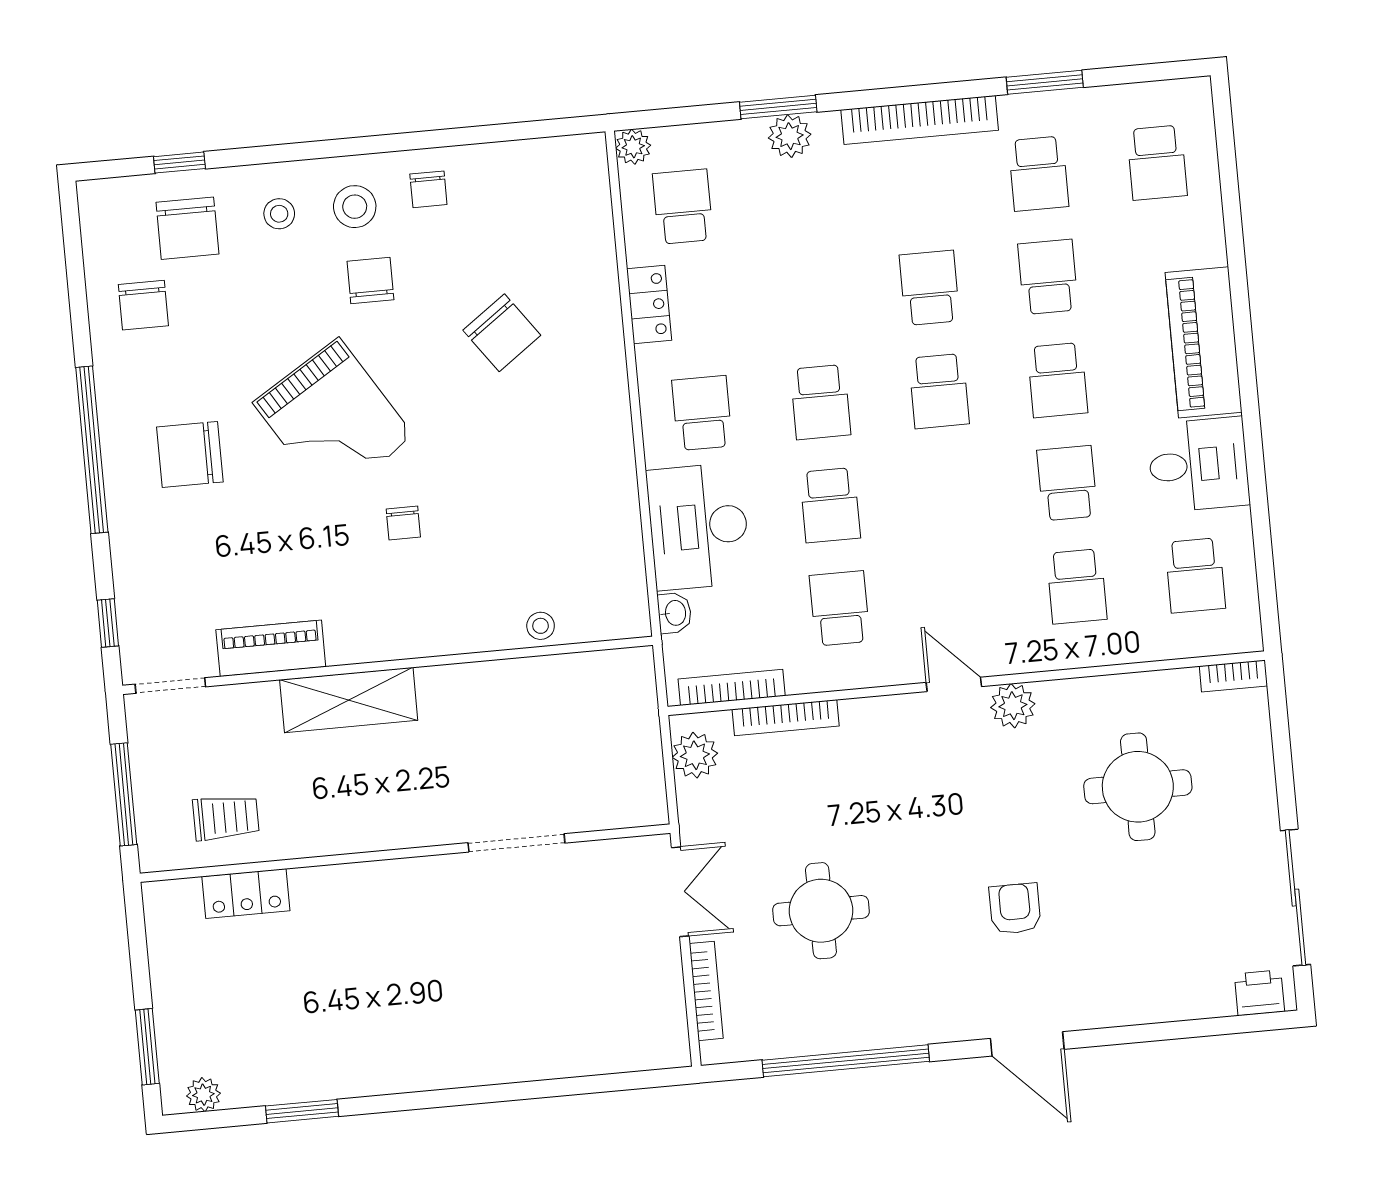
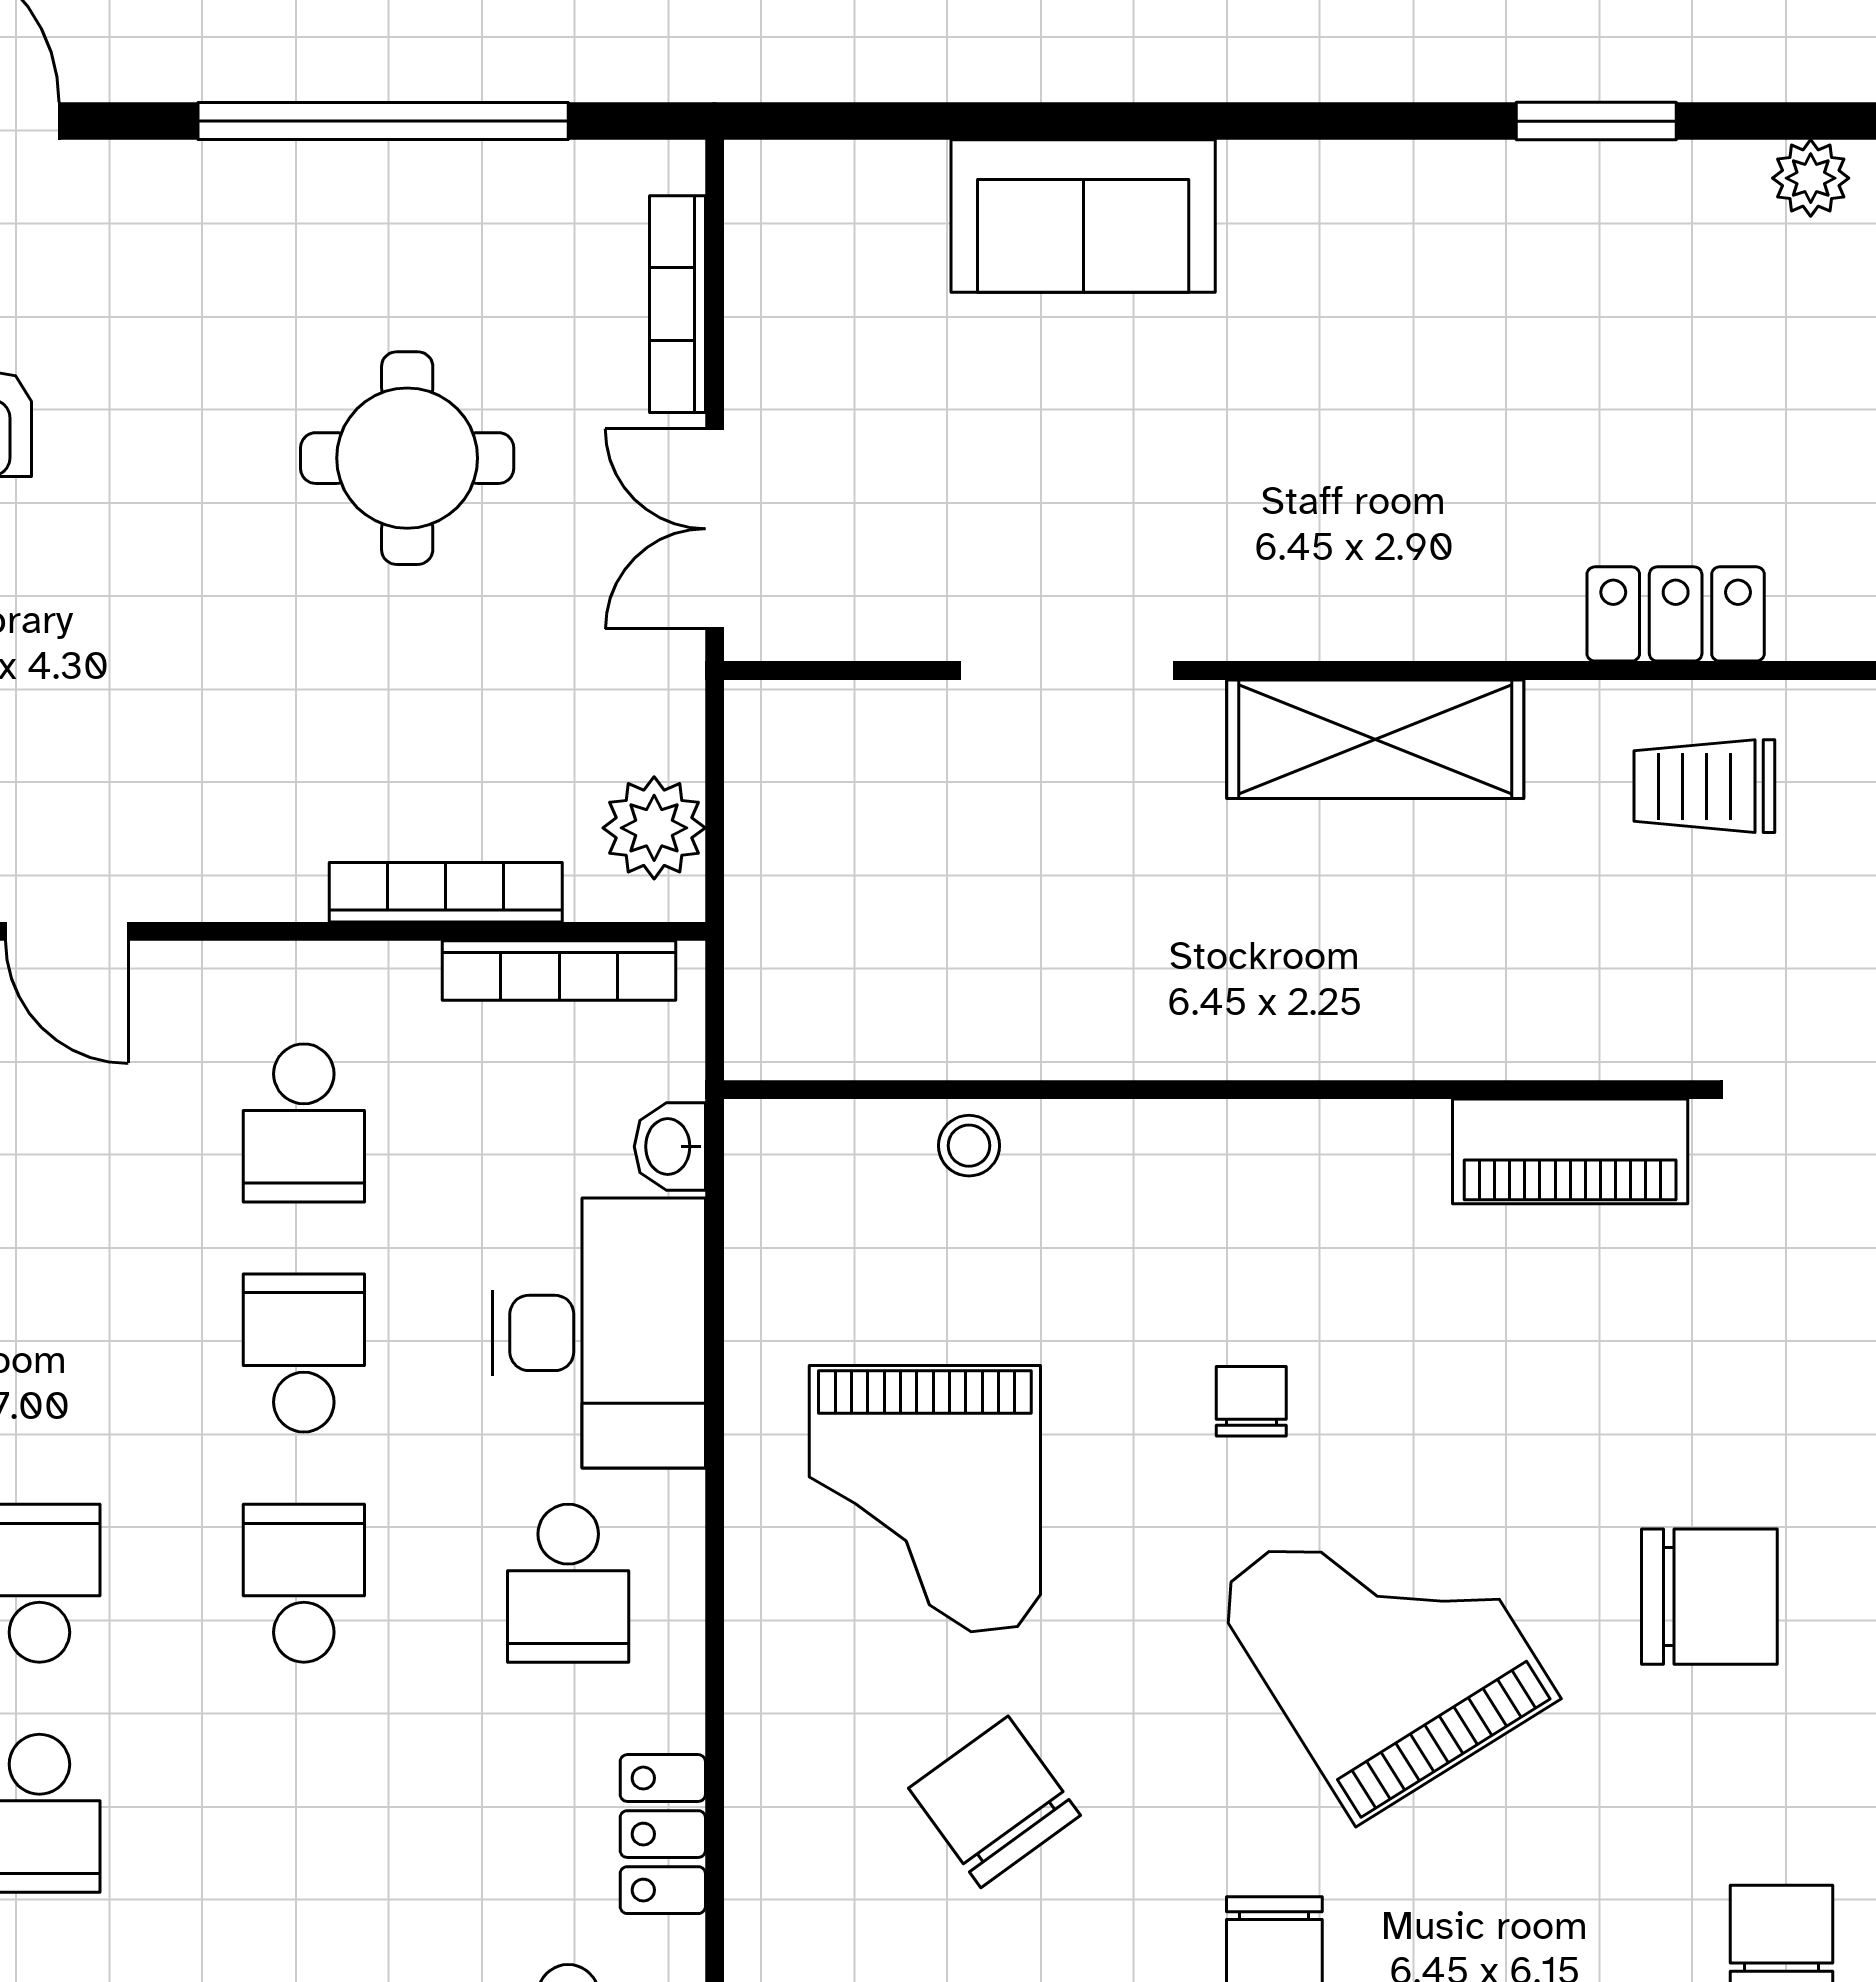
grand piano: (546, 466) -> (925, 1499), added
shelving: (349, 700) -> (1375, 739), moved
sofa: (528, 1047) -> (1083, 216), added

